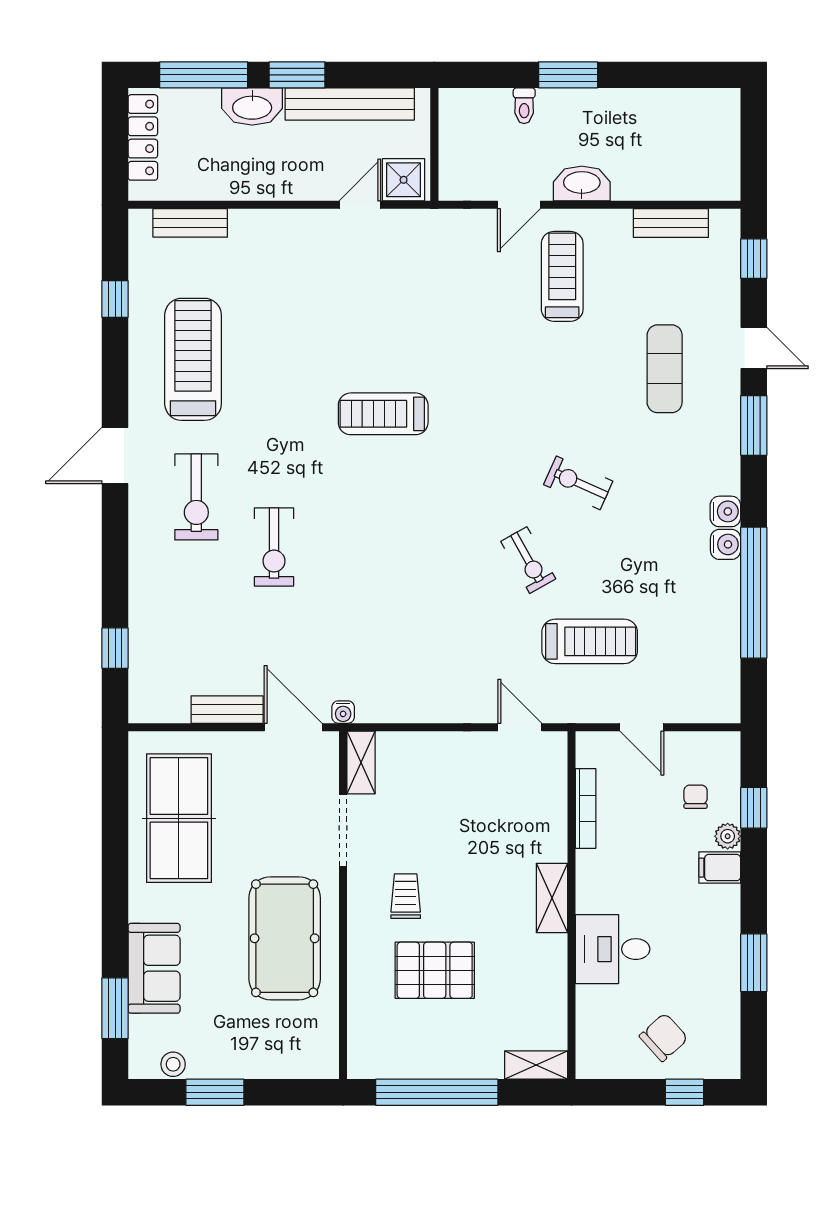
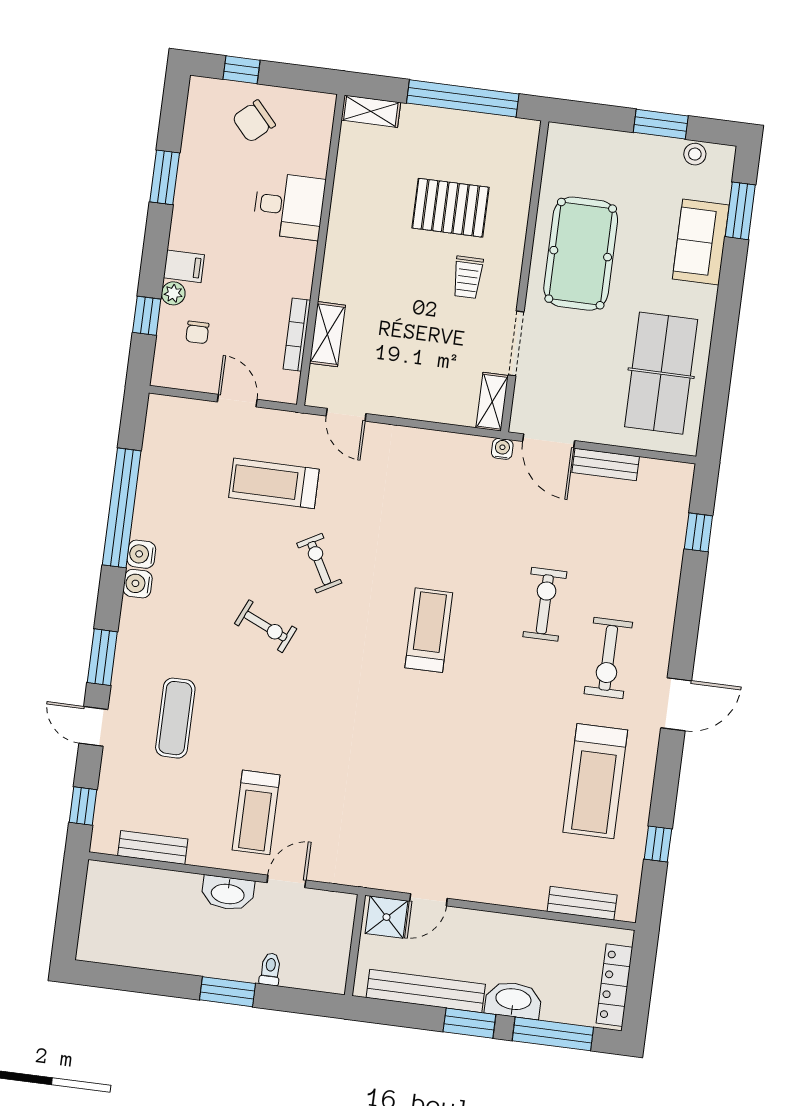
treadmill: (383, 414) -> (429, 630), moved, turned -90
exercise bike: (196, 497) -> (608, 658), turned 180
shelving: (552, 898) -> (327, 334), moved

